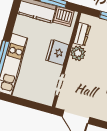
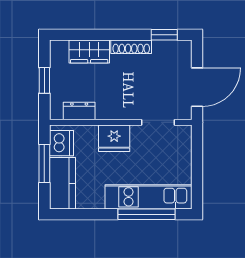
plant: (78, 53) -> (107, 109), removed

